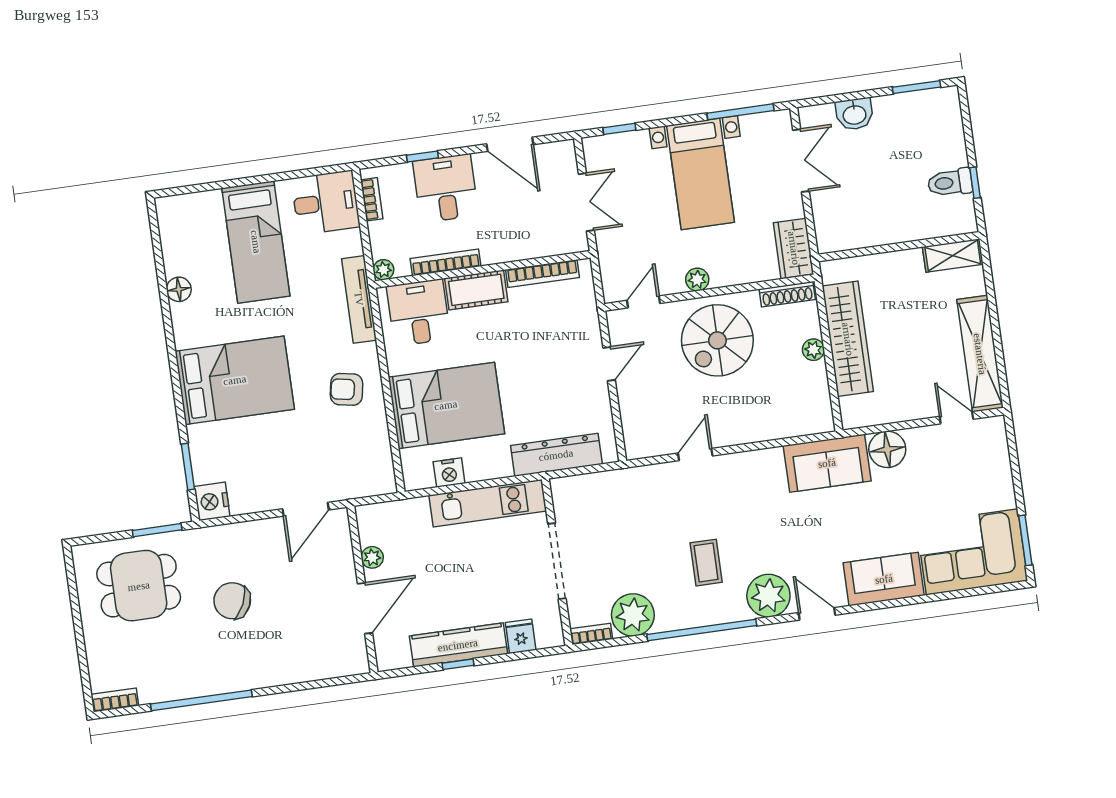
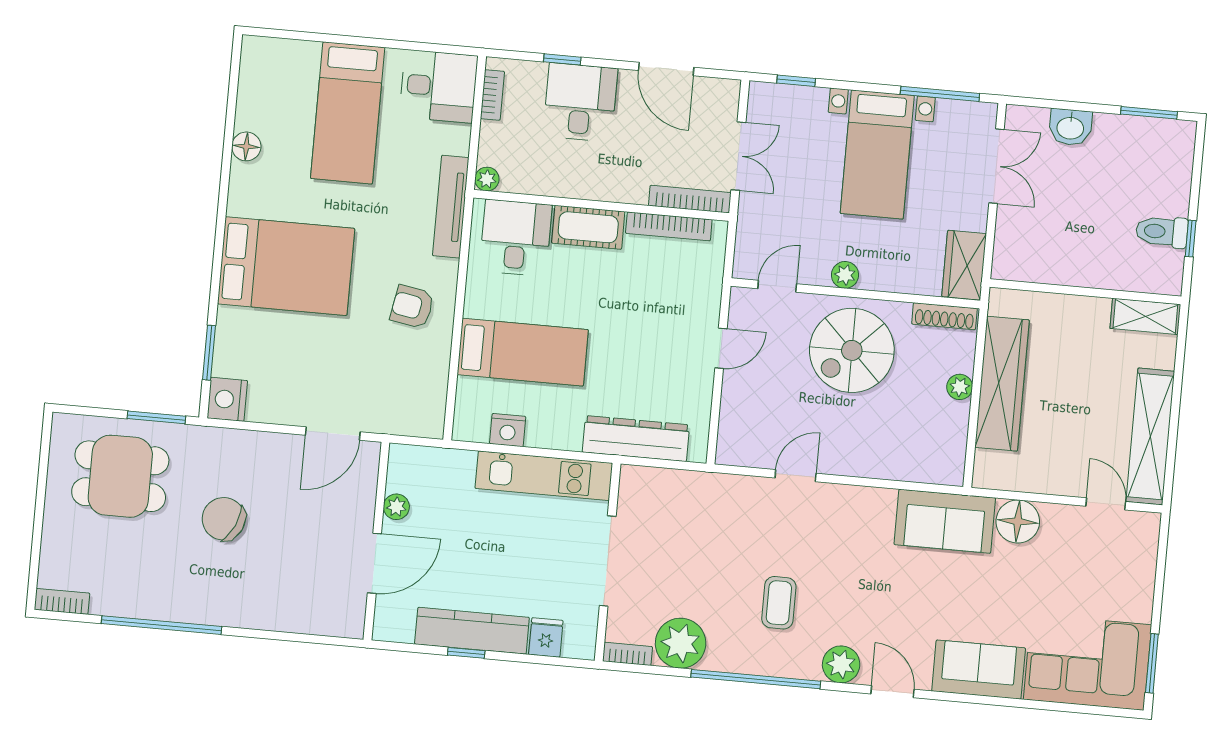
bookcase: (446, 262) -> (690, 199), moved
bed: (446, 405) -> (523, 352), width x0.67
plant: (768, 596) -> (841, 664), width x0.73, depth x0.73

